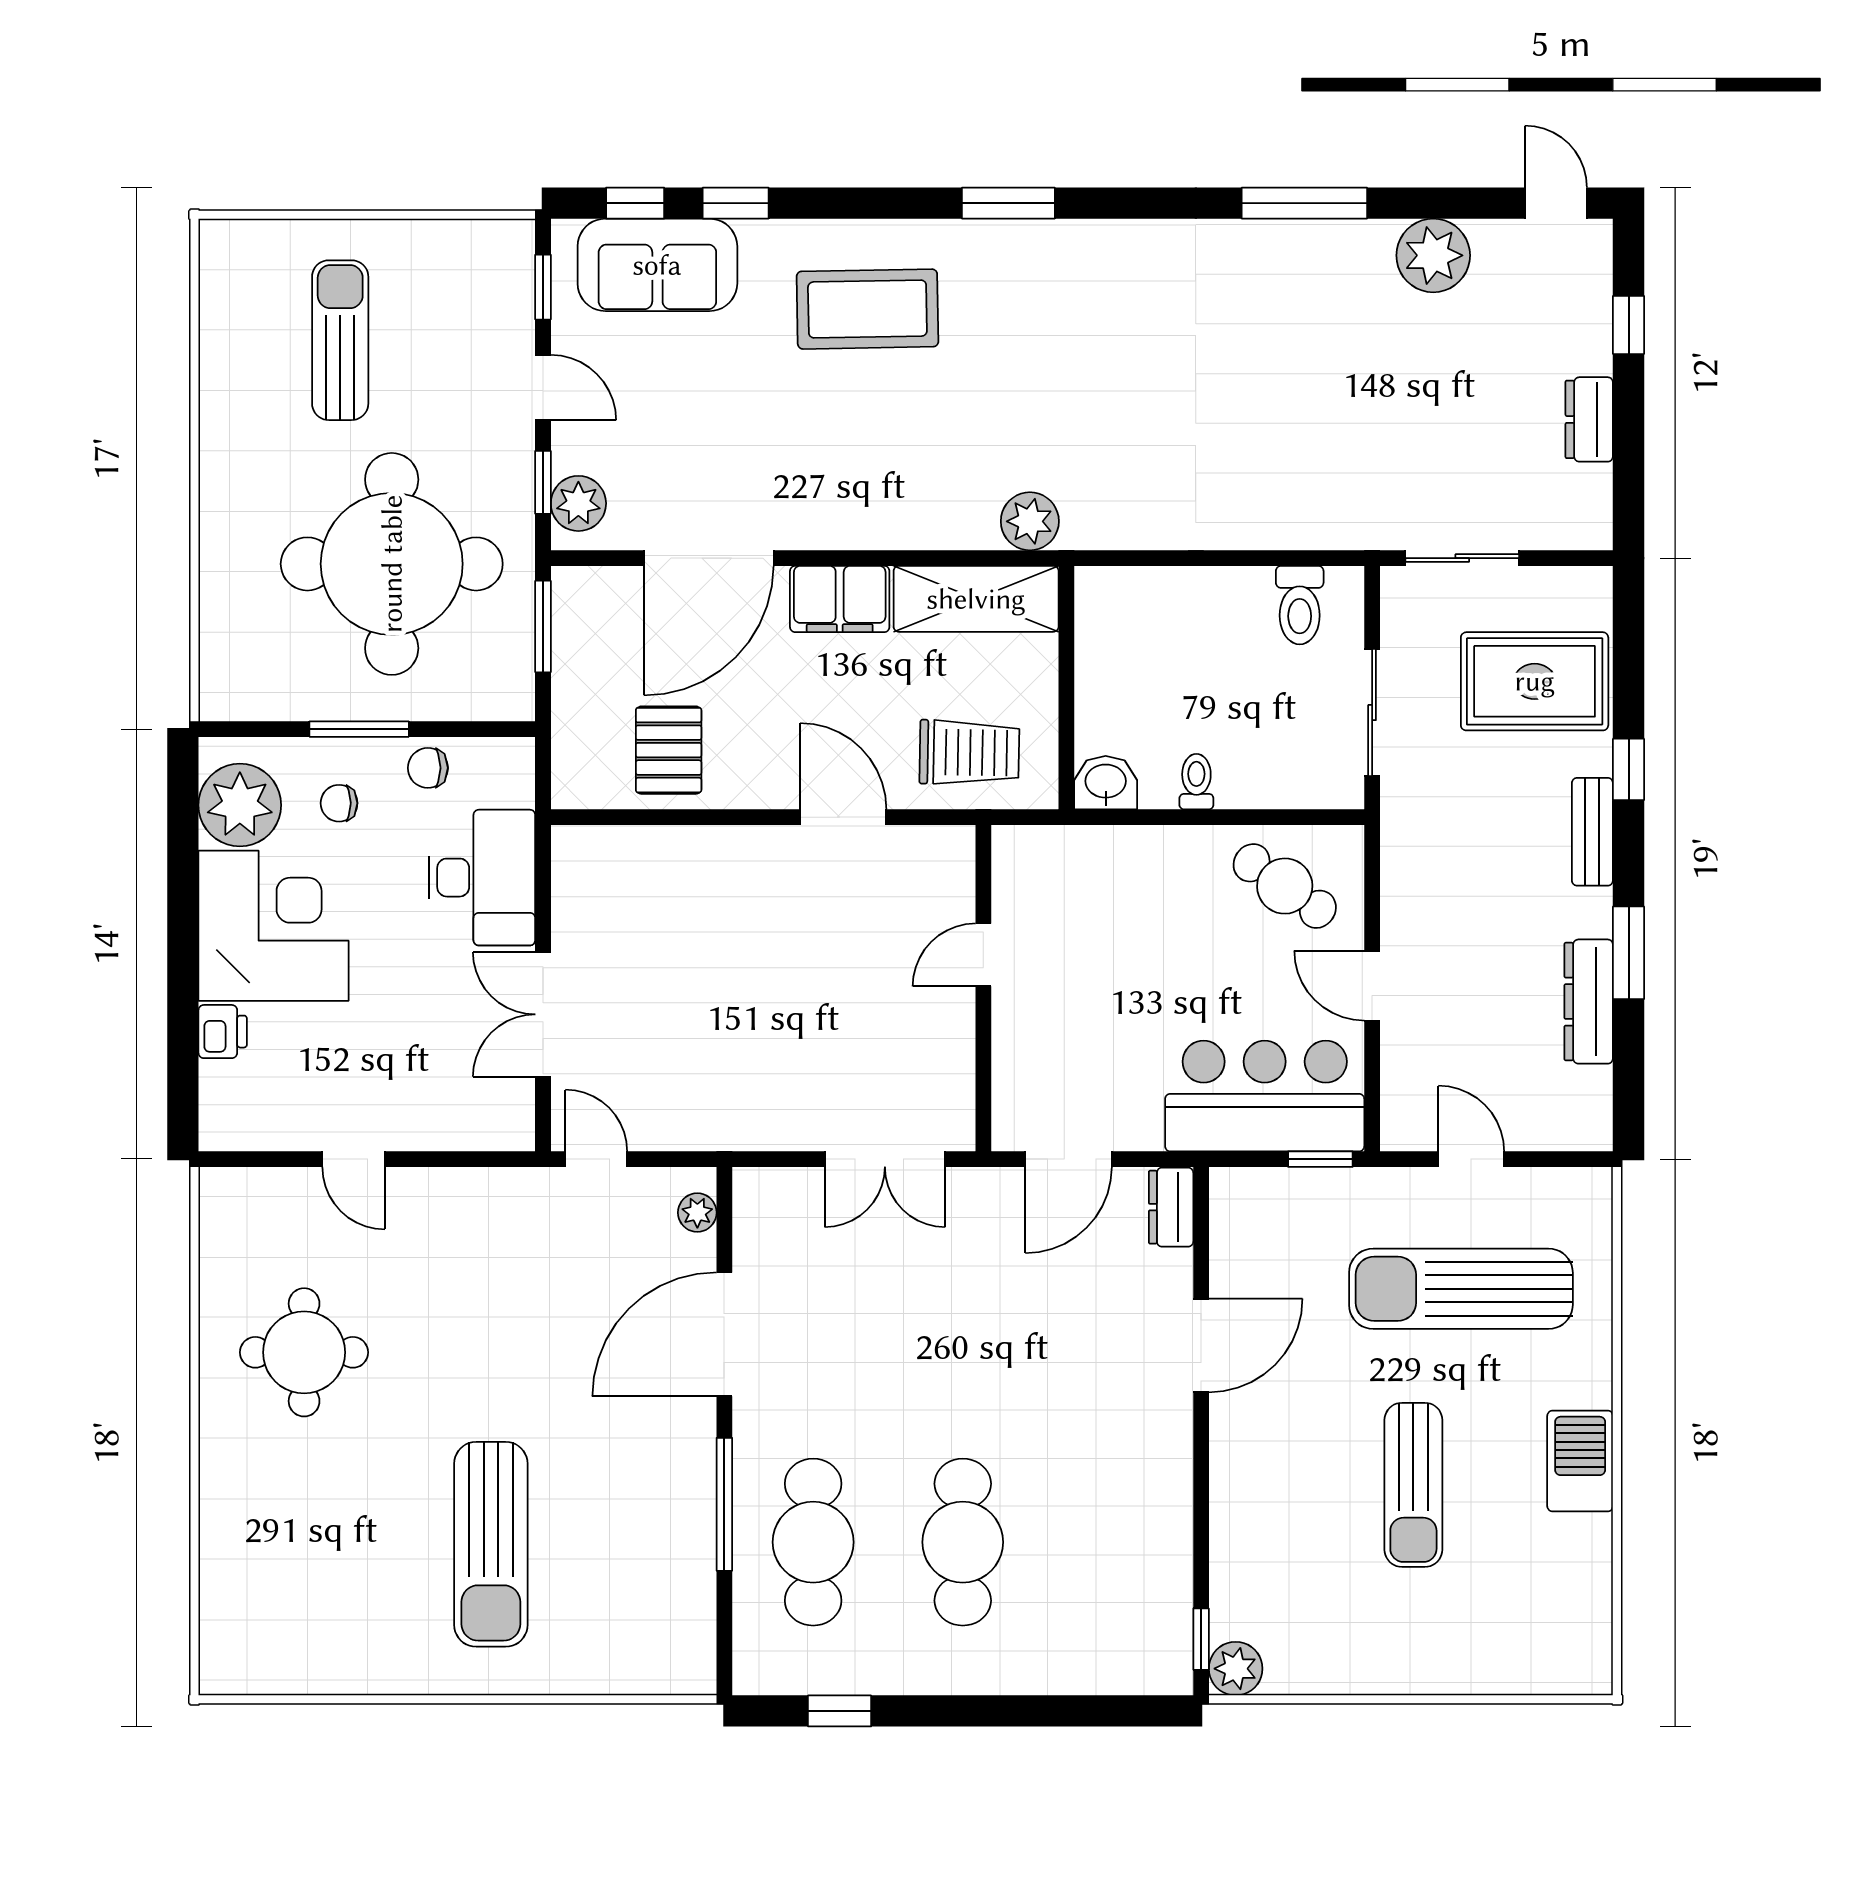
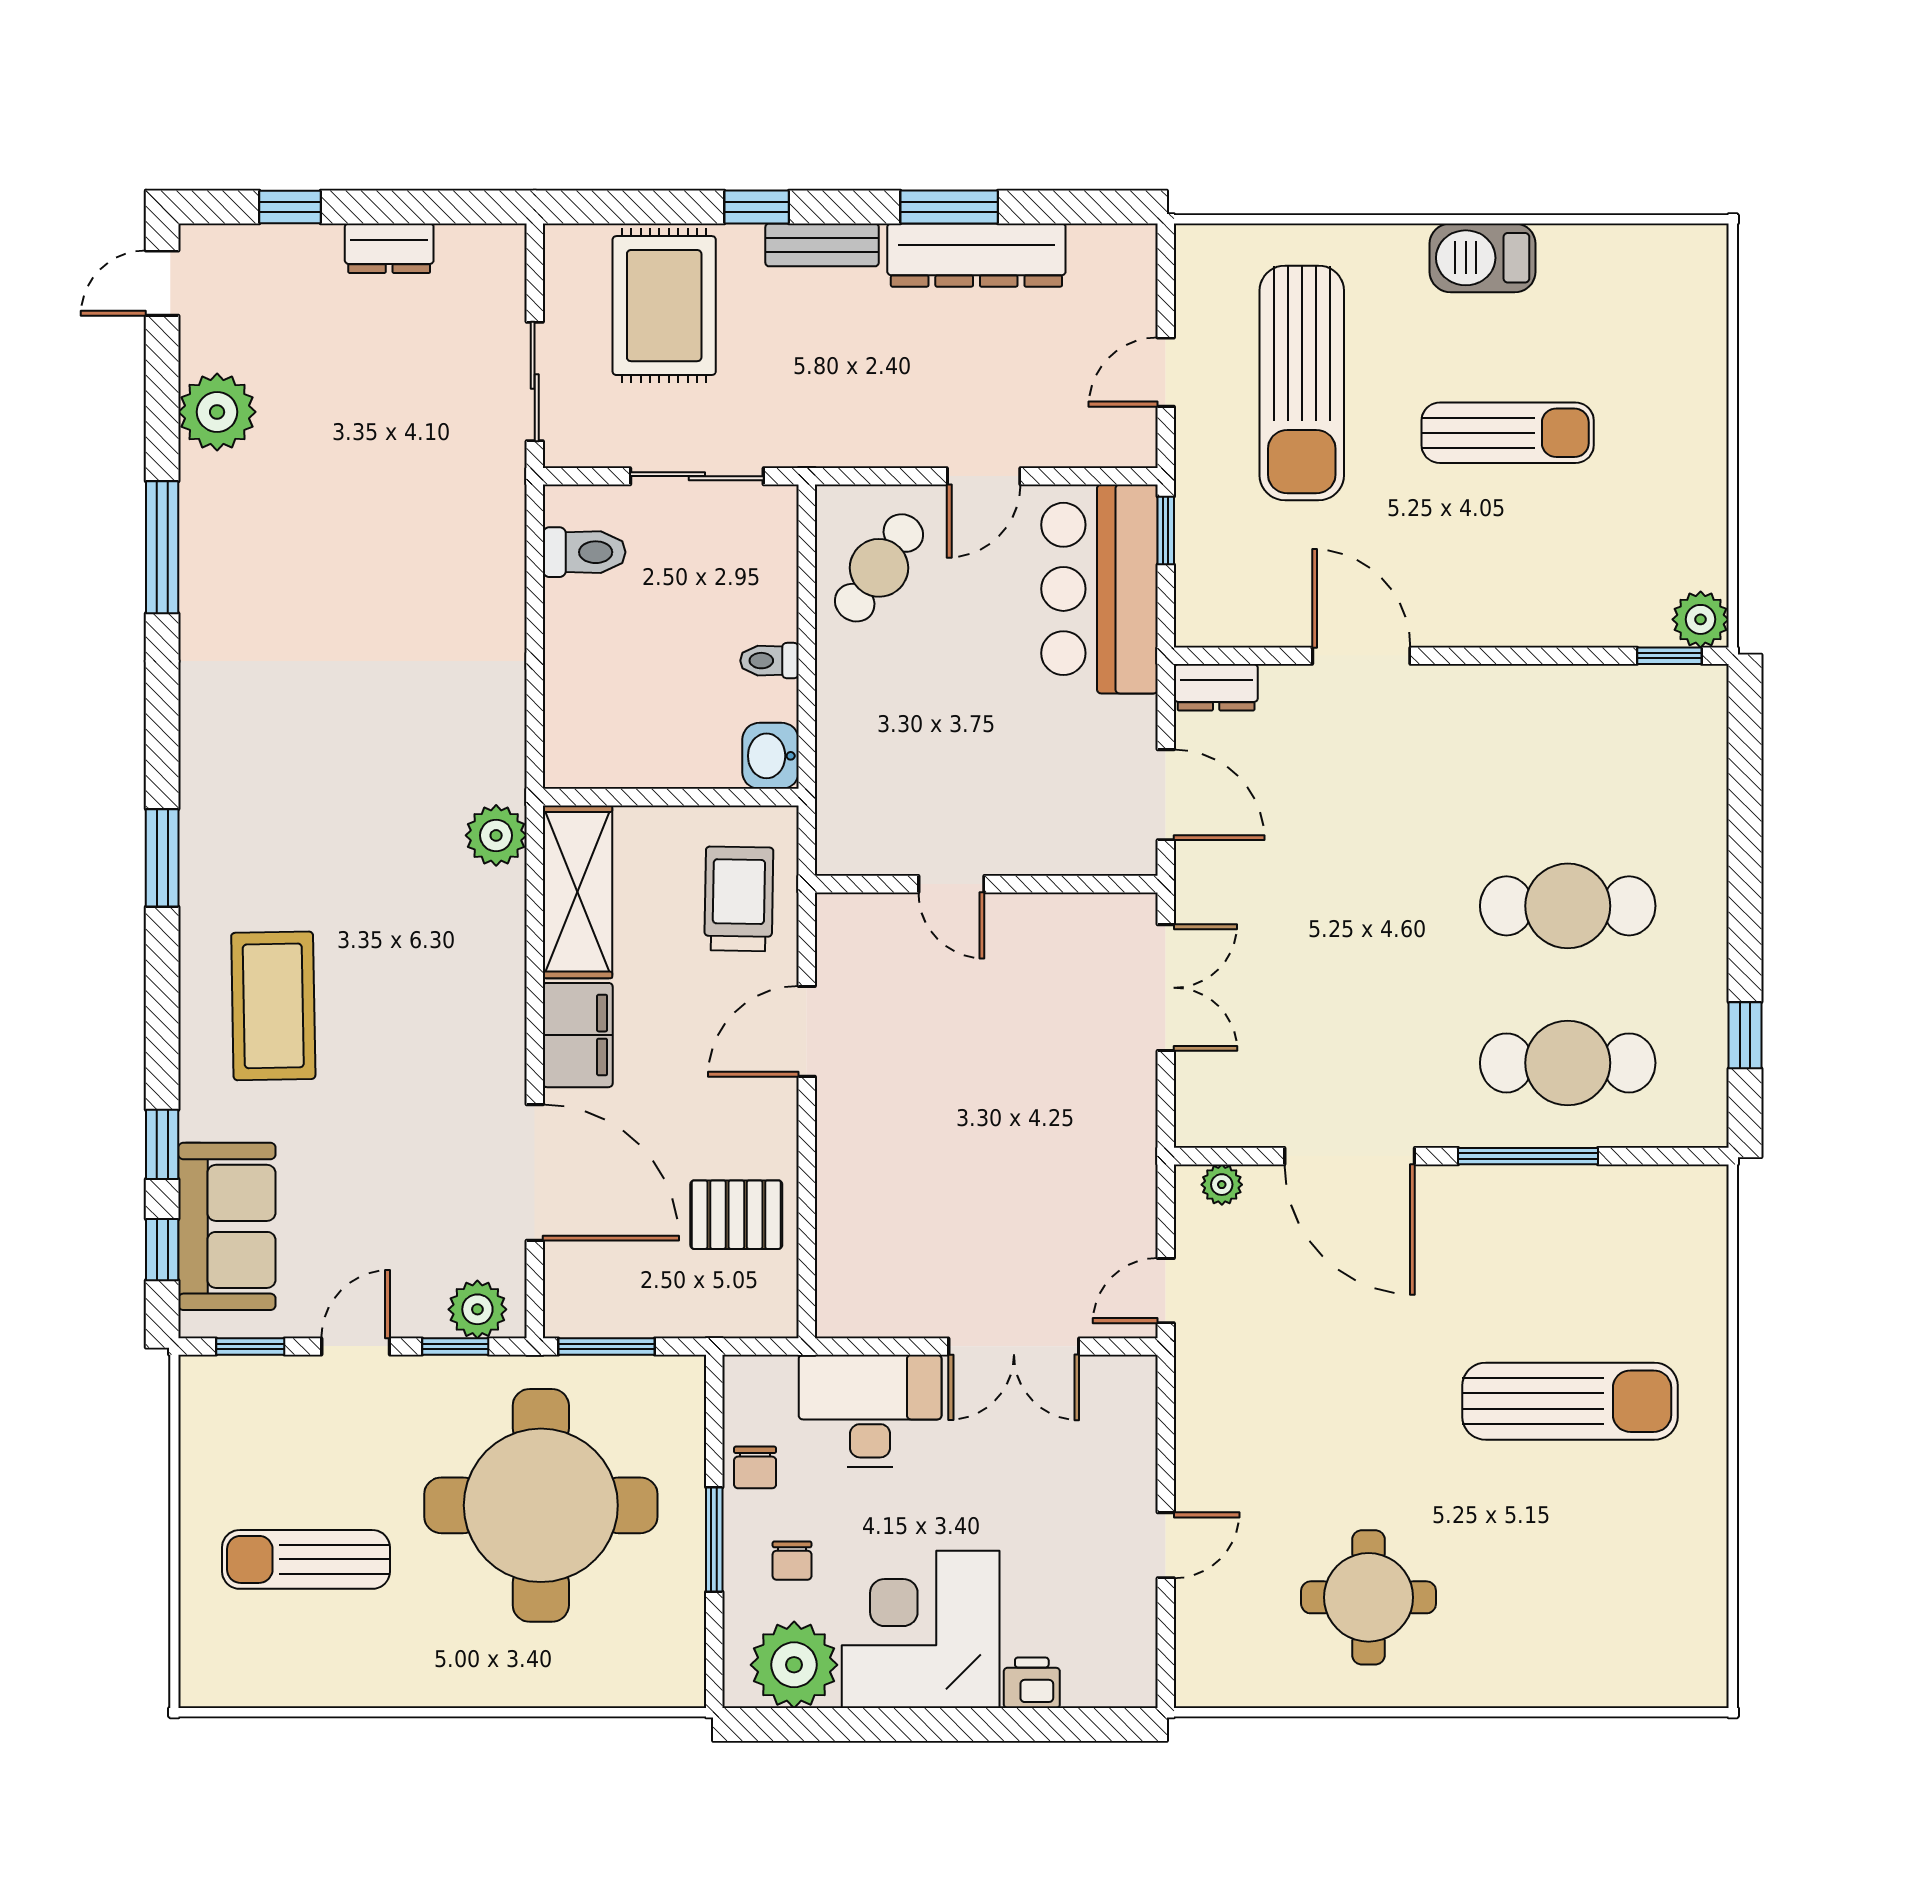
dresser: (1589, 1002) -> (976, 255), width x1.37, depth x1.24

